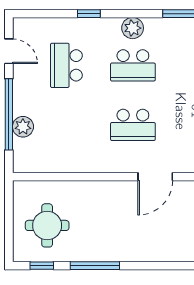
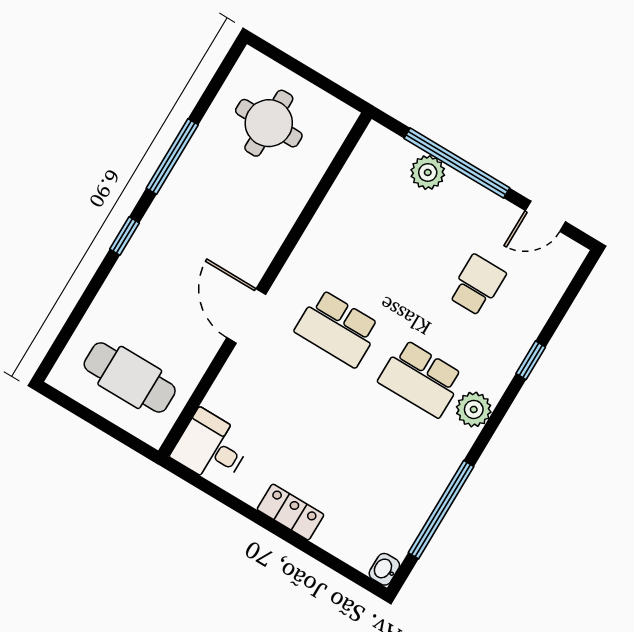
school desk: (66, 65) -> (477, 285), width x0.54
school desk: (133, 65) -> (421, 378), turned -90
school desk: (133, 125) -> (338, 328), turned -90
window: (42, 266) -> (124, 236), moved

